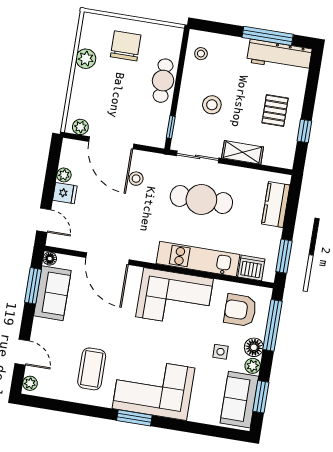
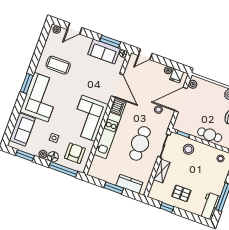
workbench: (279, 55) -> (210, 206), width x0.73
stool: (212, 105) -> (188, 149), moved
fridge: (65, 193) -> (177, 76), moved
window: (284, 256) -> (114, 188), moved
door: (107, 259) -> (117, 85), swing flipped
dishwasher: (251, 268) -> (118, 107), moved
sofa: (239, 400) -> (22, 129), moved, turned 90

